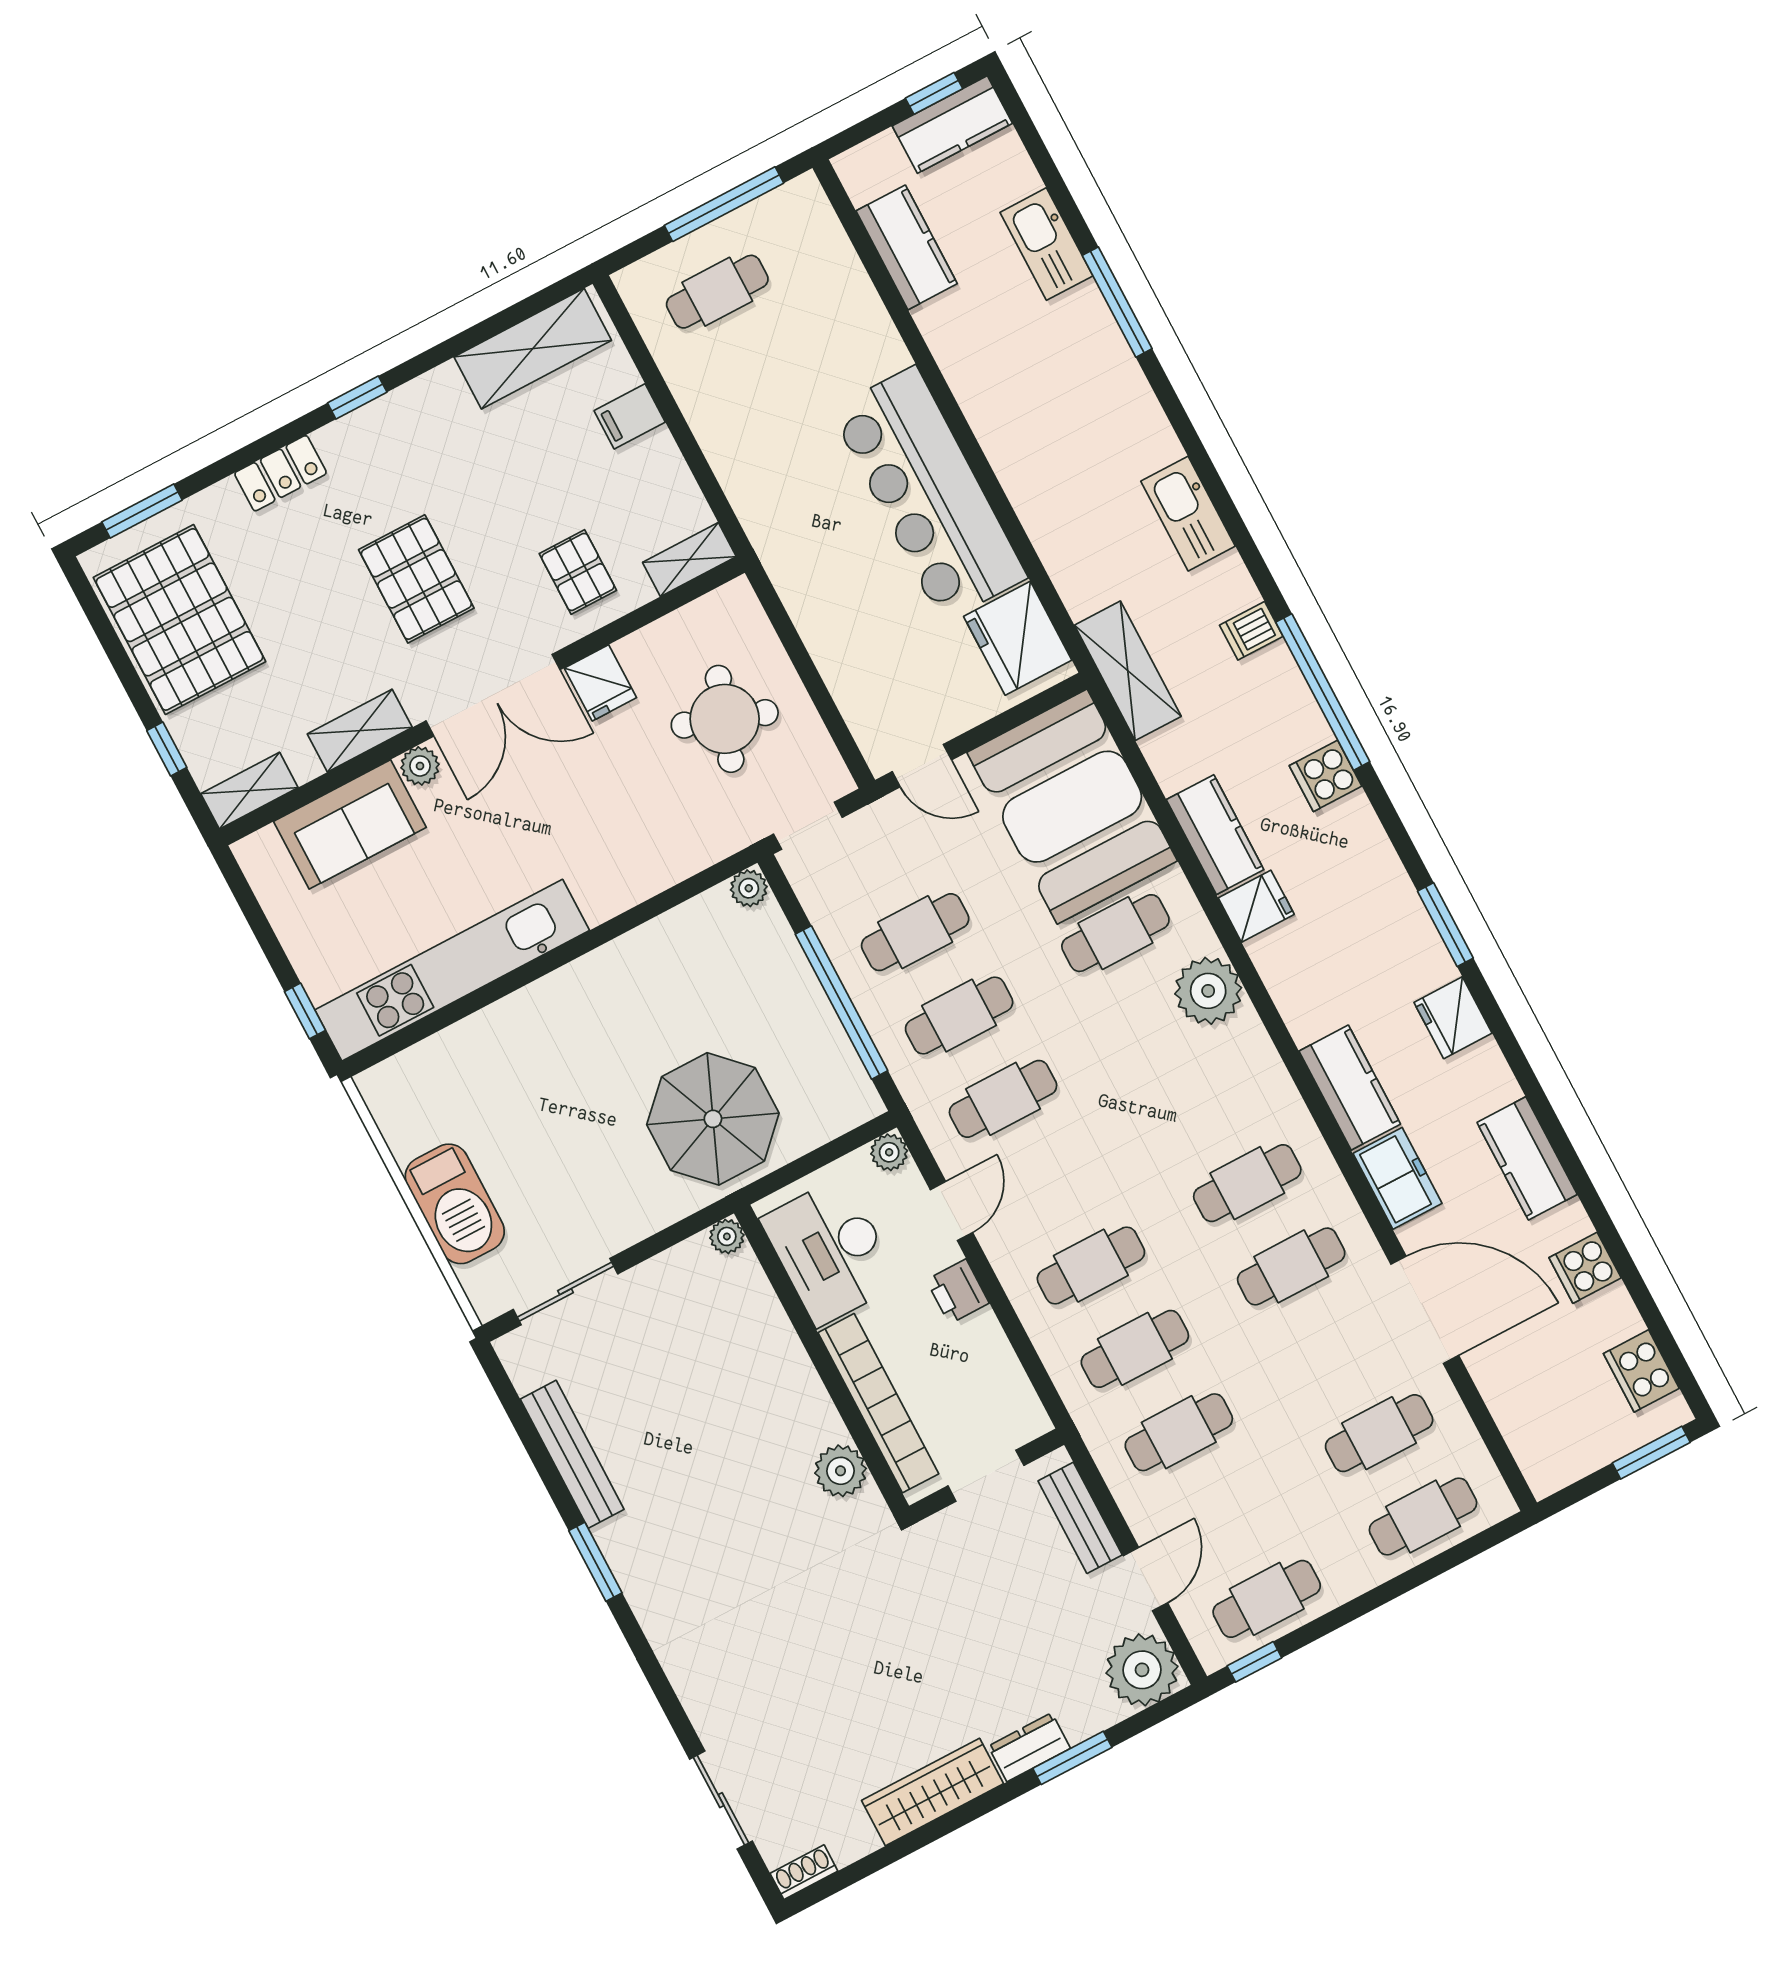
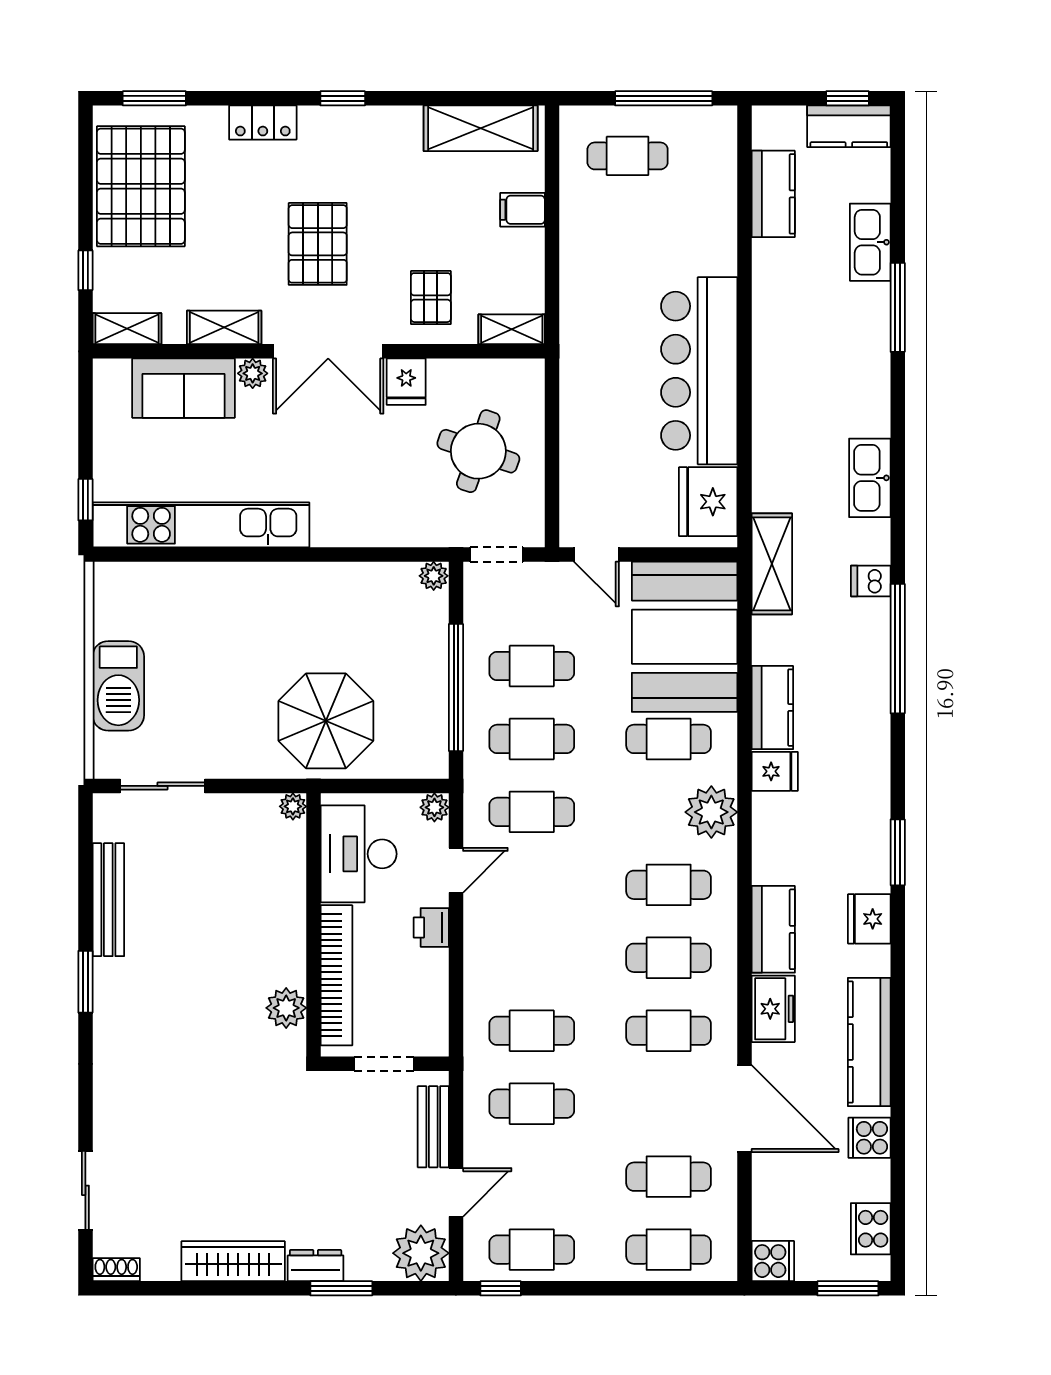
cooker: (1326, 776) -> (773, 1261), moved, turned 180
kitchen counter: (1527, 1158) -> (869, 1042), width x1.50
cafe table: (1091, 1266) -> (669, 885), moved

